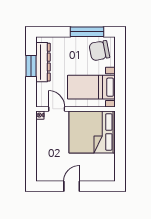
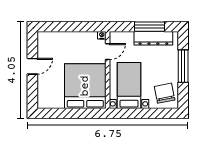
window: (87, 32) -> (183, 66), moved
window: (31, 66) -> (150, 27), width x1.44
door: (72, 186) -> (32, 66), hinge flipped

